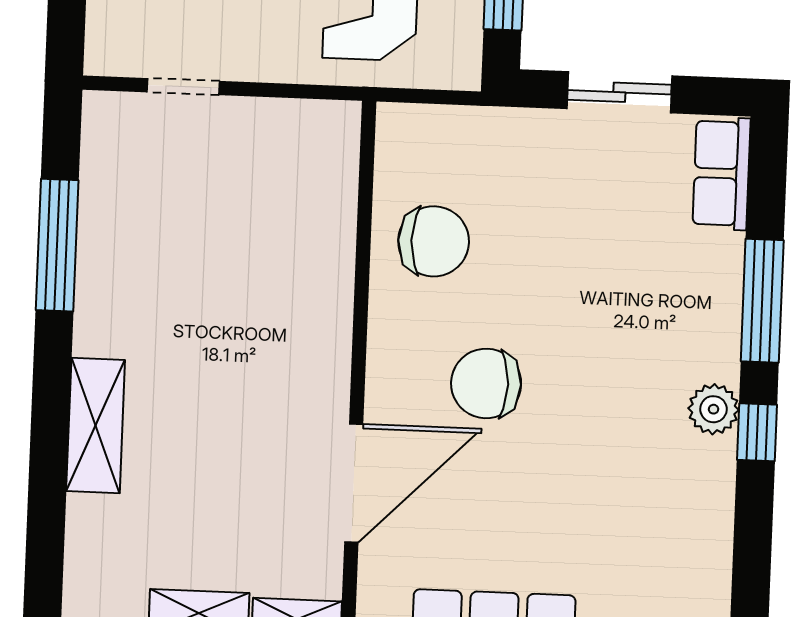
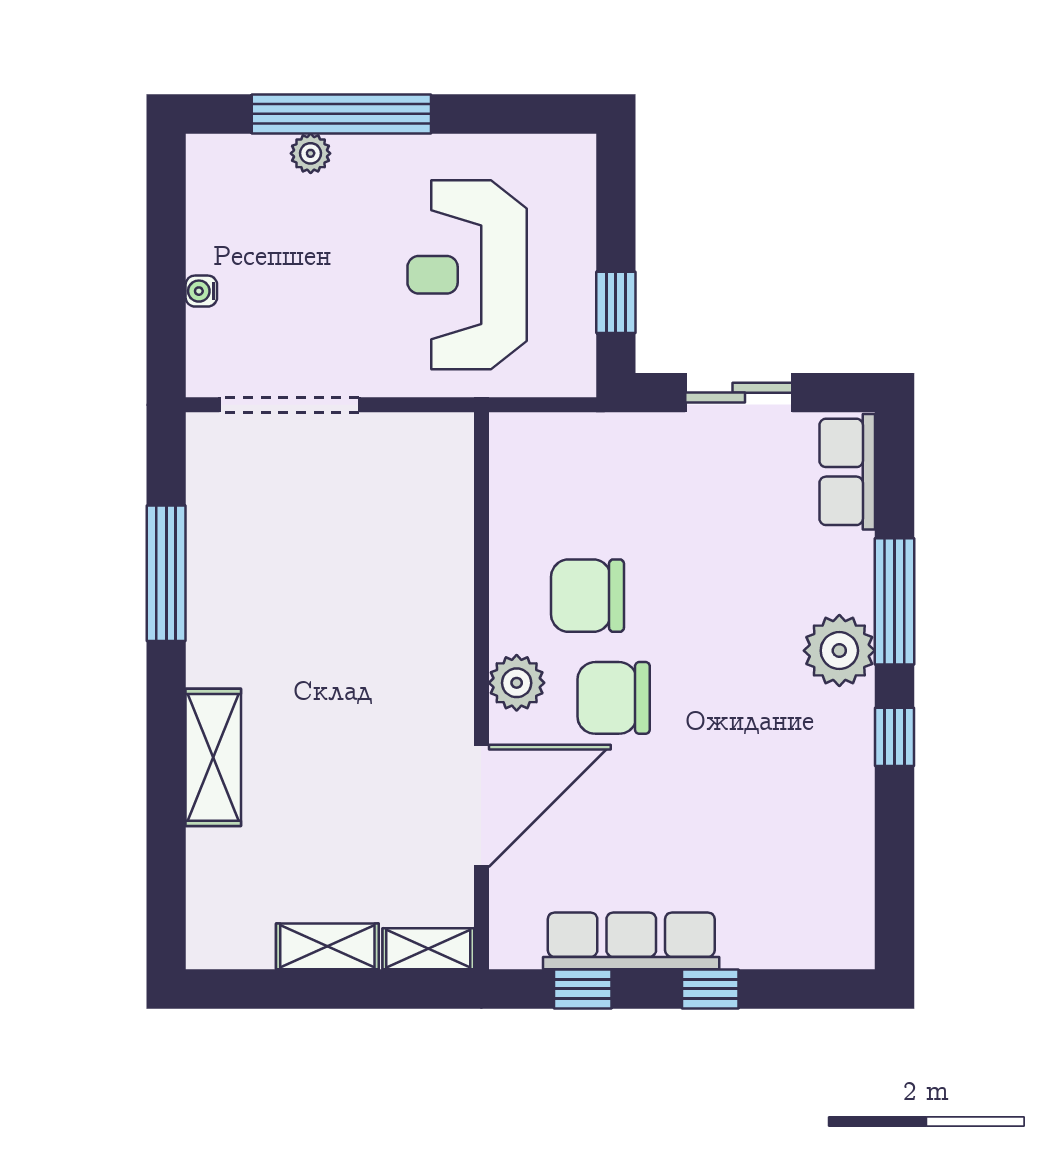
doorway: (183, 87) -> (289, 405), width x1.88
chair: (434, 241) -> (587, 596), moved, turned 180
plant: (393, 365) -> (517, 683), added
plant: (713, 409) -> (839, 651), moved, width x1.36, depth x1.36

